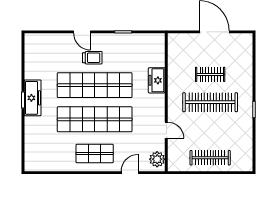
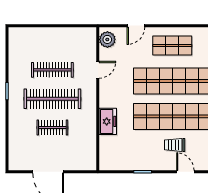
door: (166, 130) -> (98, 70), swing flipped
clothes rail: (210, 158) -> (52, 70), moved

